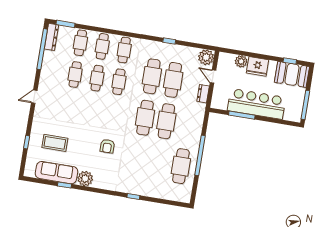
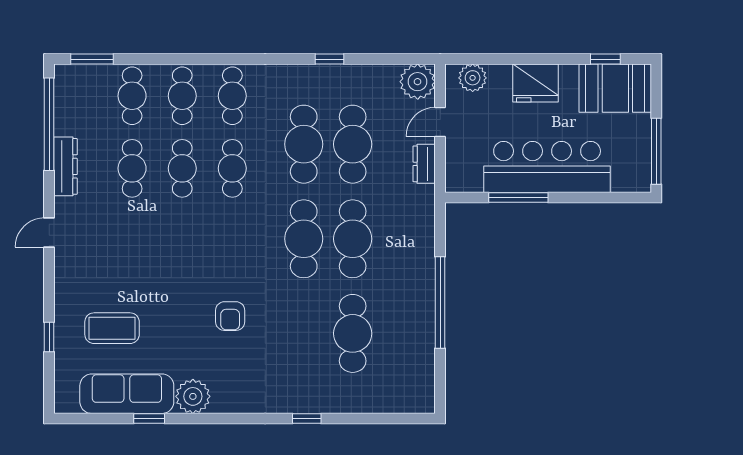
dresser: (51, 37) -> (65, 166), moved
plant: (241, 61) -> (473, 78), moved
door: (213, 76) -> (440, 122), hinge flipped
cafe table: (181, 166) -> (353, 333), moved

